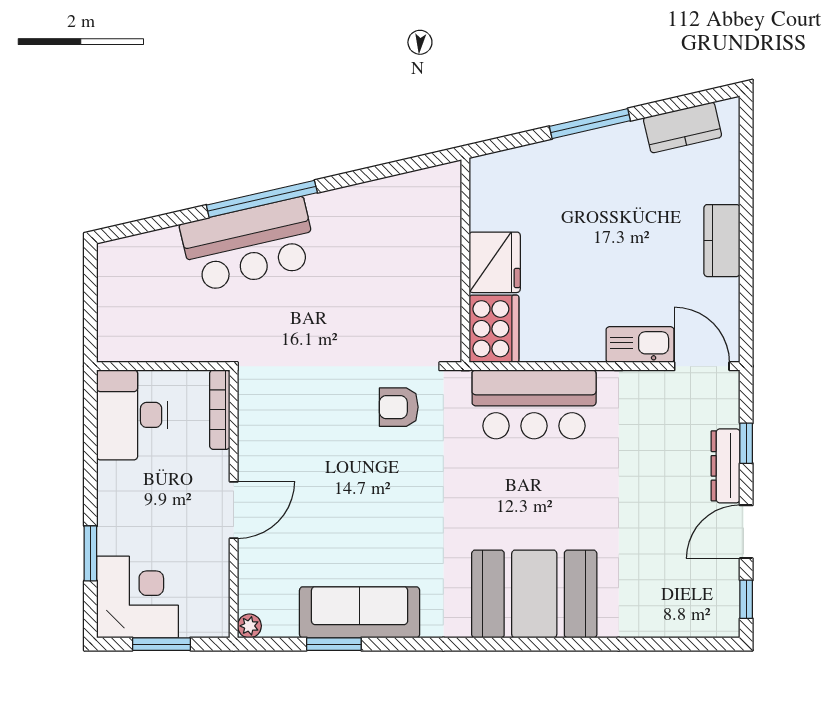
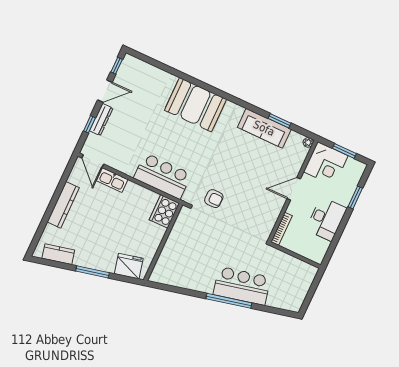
kitchen counter: (722, 241) -> (63, 205), width x1.50
fridge: (495, 262) -> (129, 266), moved, turned 77
desk: (132, 415) -> (326, 219), moved
corner desk: (137, 597) -> (326, 164), moved, turned -90

